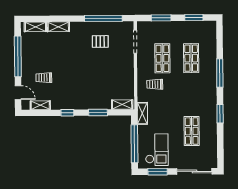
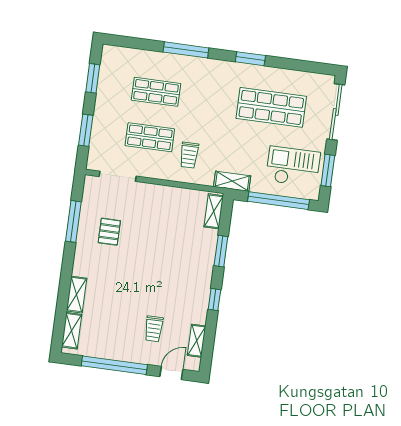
window: (103, 18) -> (73, 221), width x0.68
shop shelf: (192, 131) -> (271, 107), width x1.43, depth x1.36

